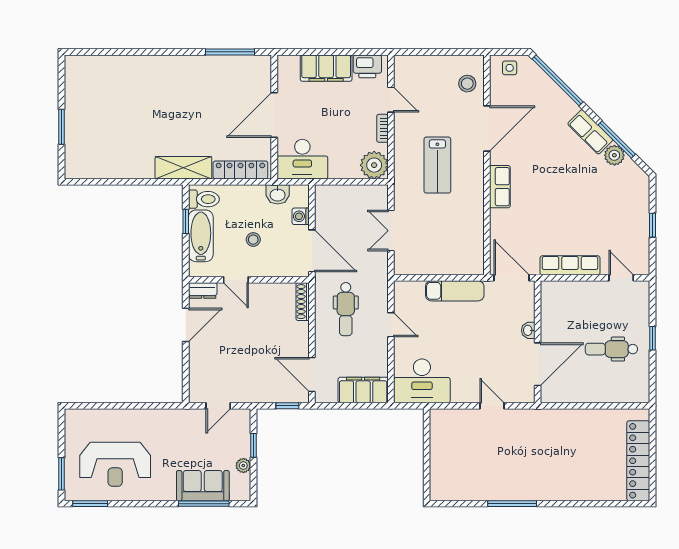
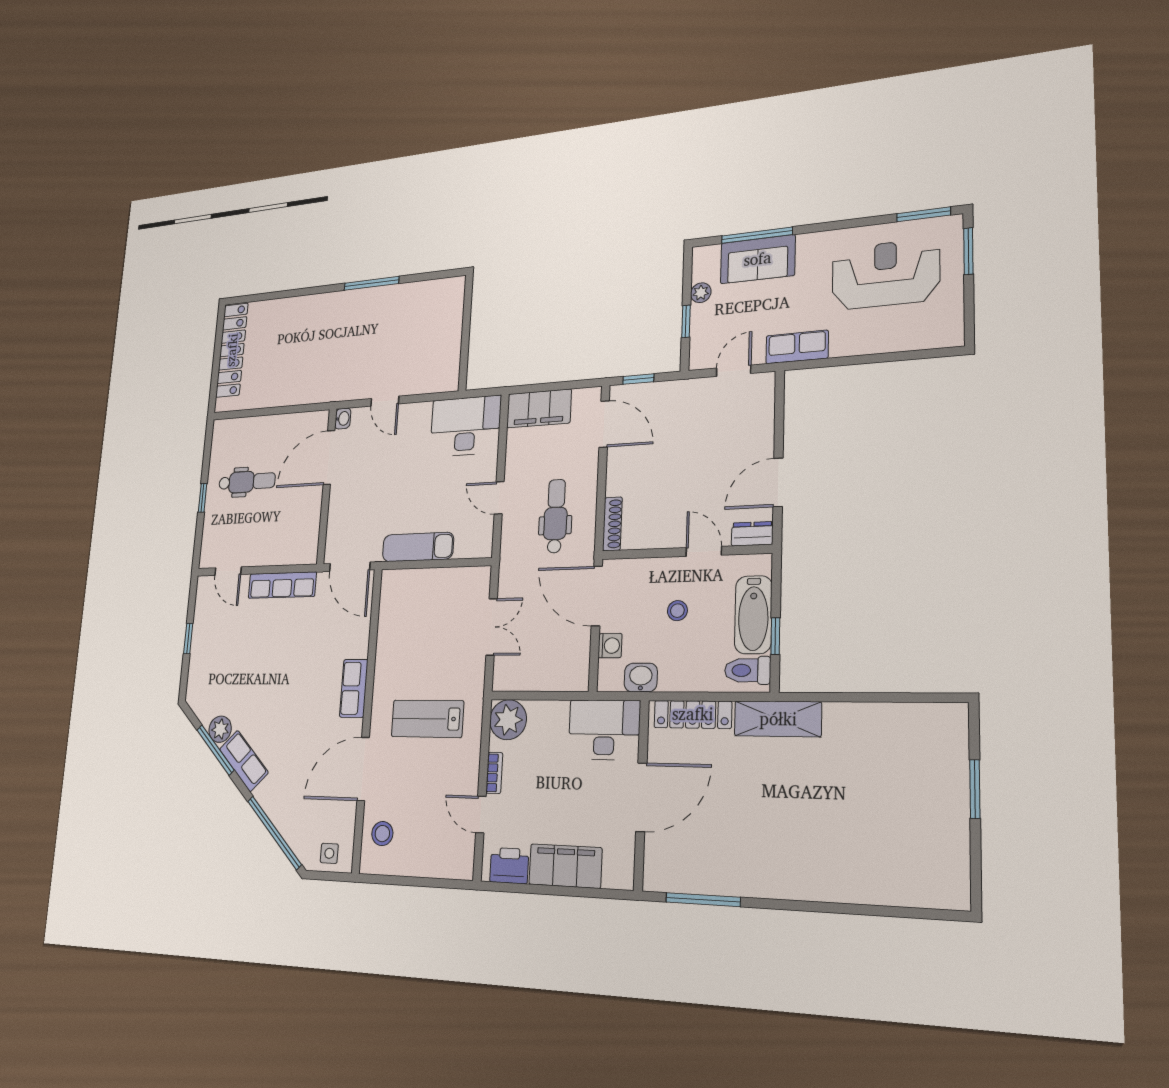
lab bench: (437, 165) -> (427, 719), turned -90
washbasin: (528, 330) -> (343, 419), moved
row of seats: (174, 419) -> (797, 347), added

